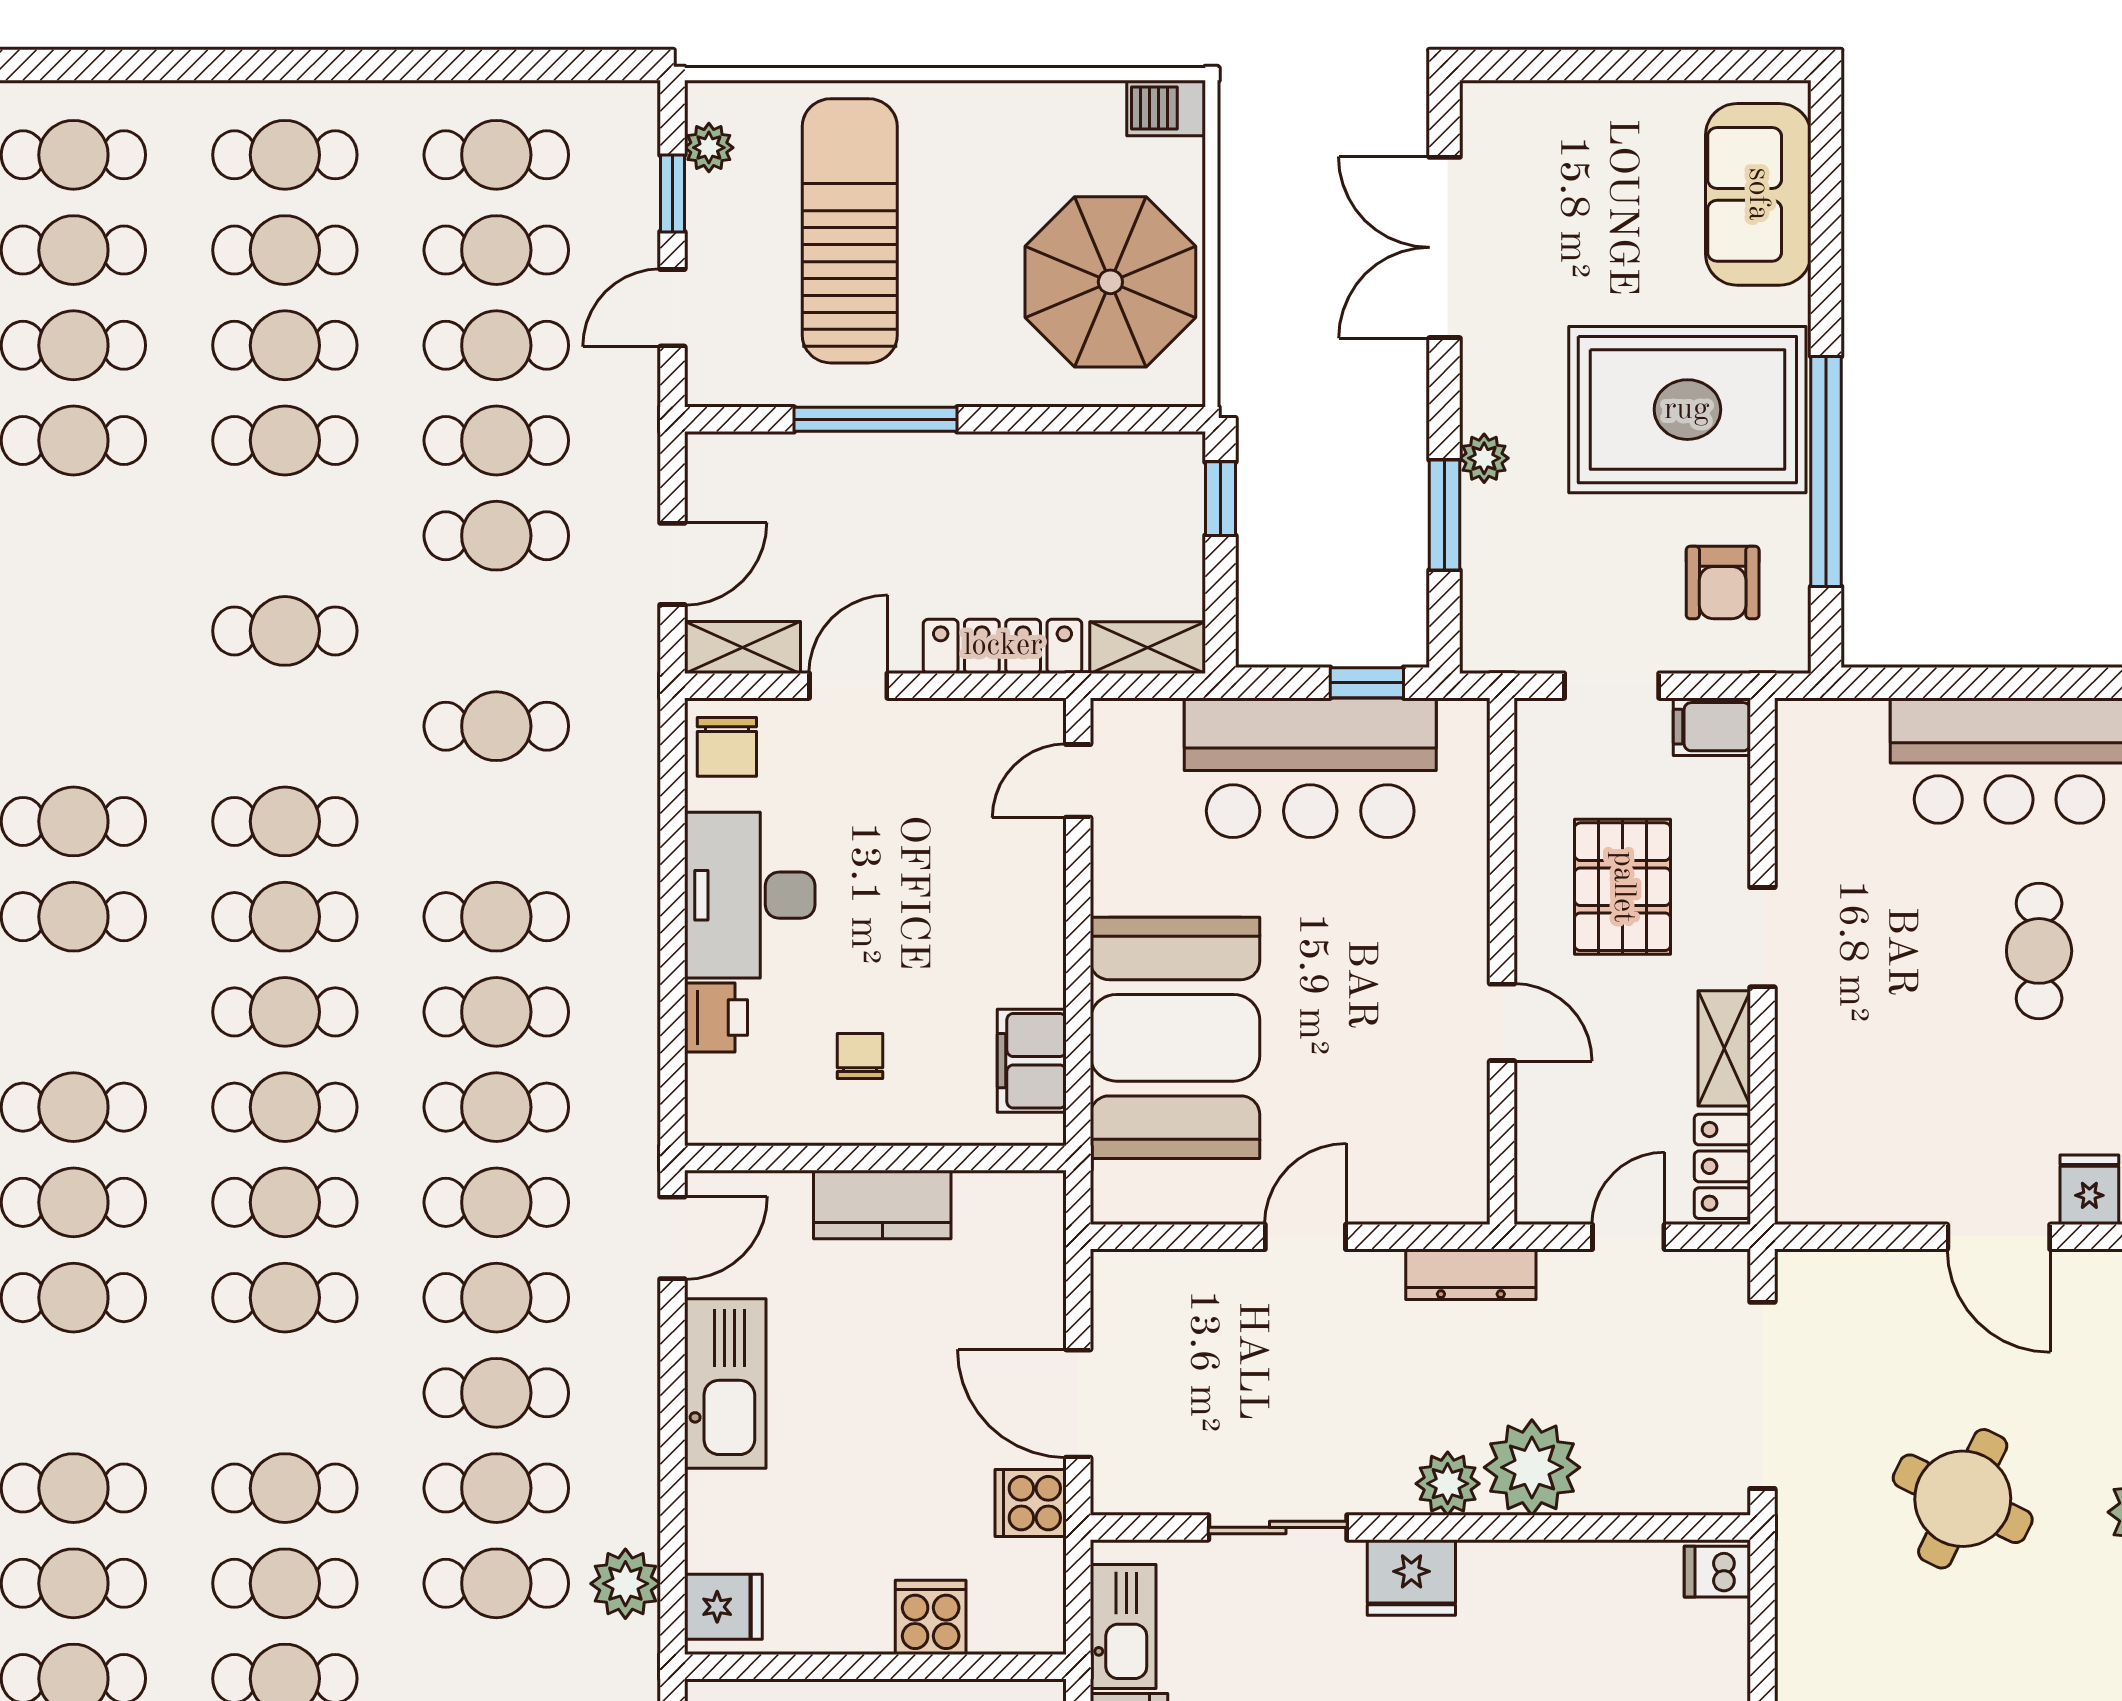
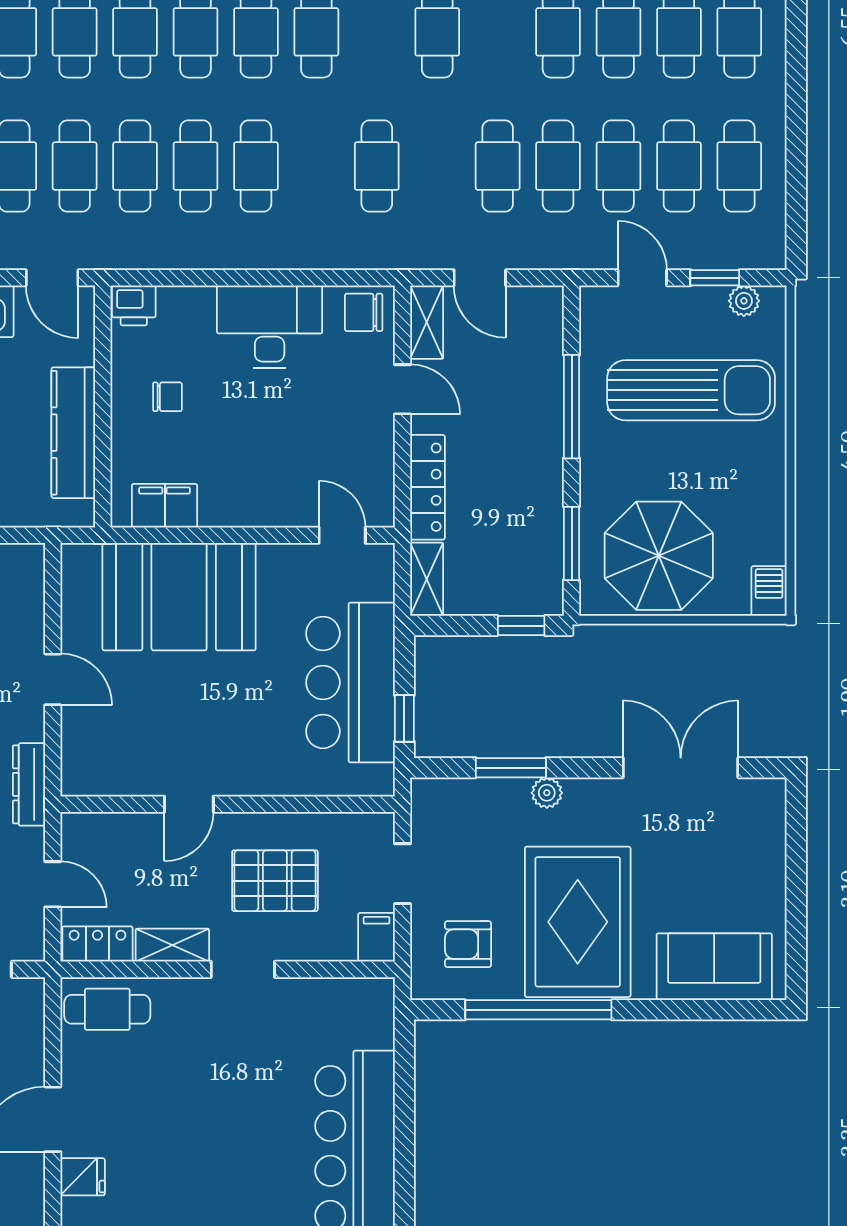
window: (1091, 419) -> (572, 543), added
cafe table: (2039, 951) -> (107, 1009), moved
printer: (716, 1018) -> (134, 305), moved
kitchen counter: (882, 1205) -> (73, 433), width x1.50

